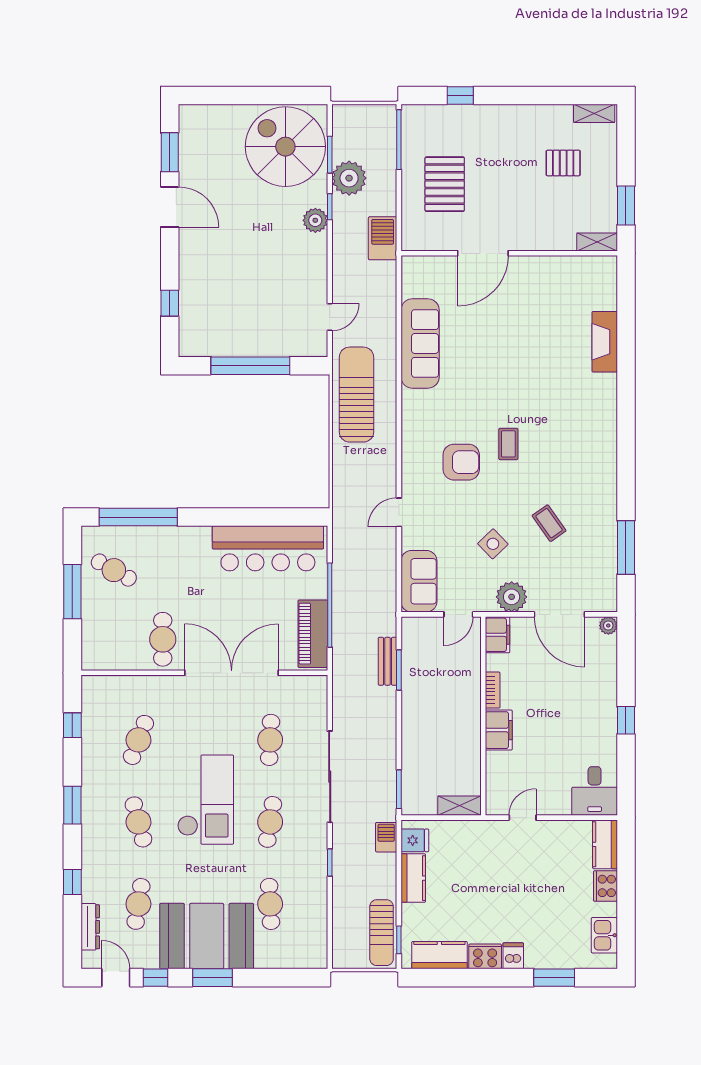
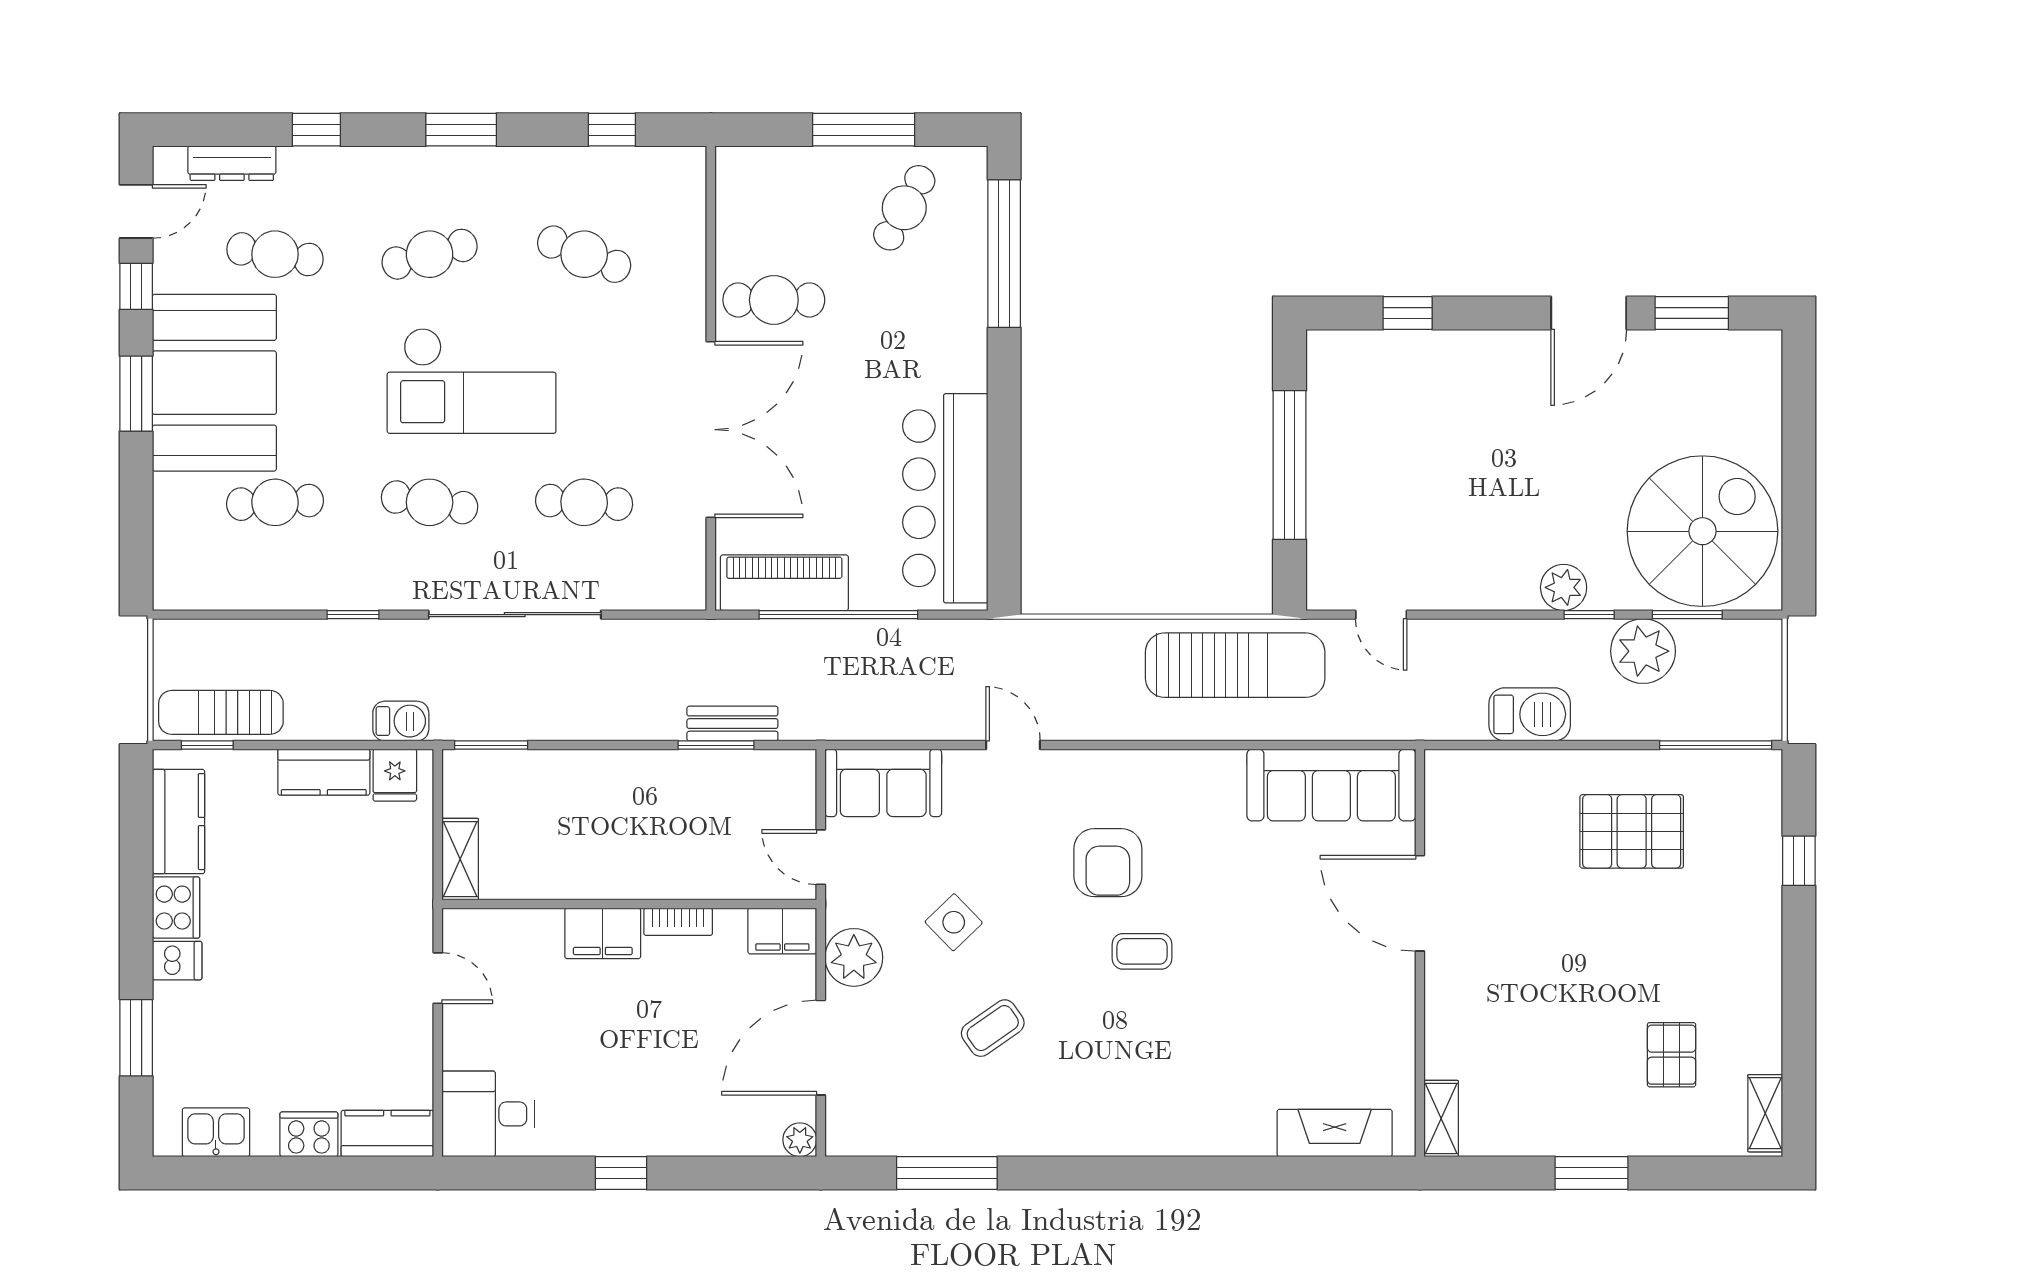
shelving: (597, 242) -> (1441, 1119), moved
door: (483, 253) -> (1420, 903), moved
wall: (509, 253) -> (1420, 953), moved

